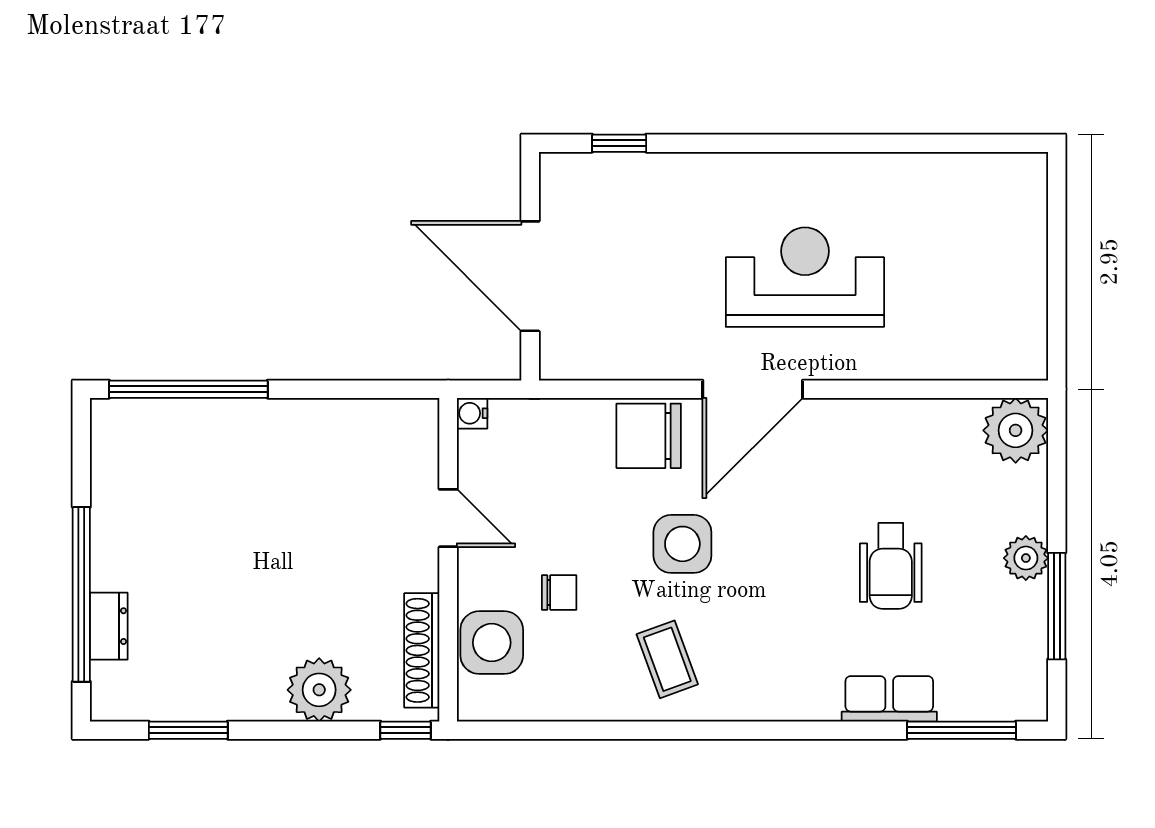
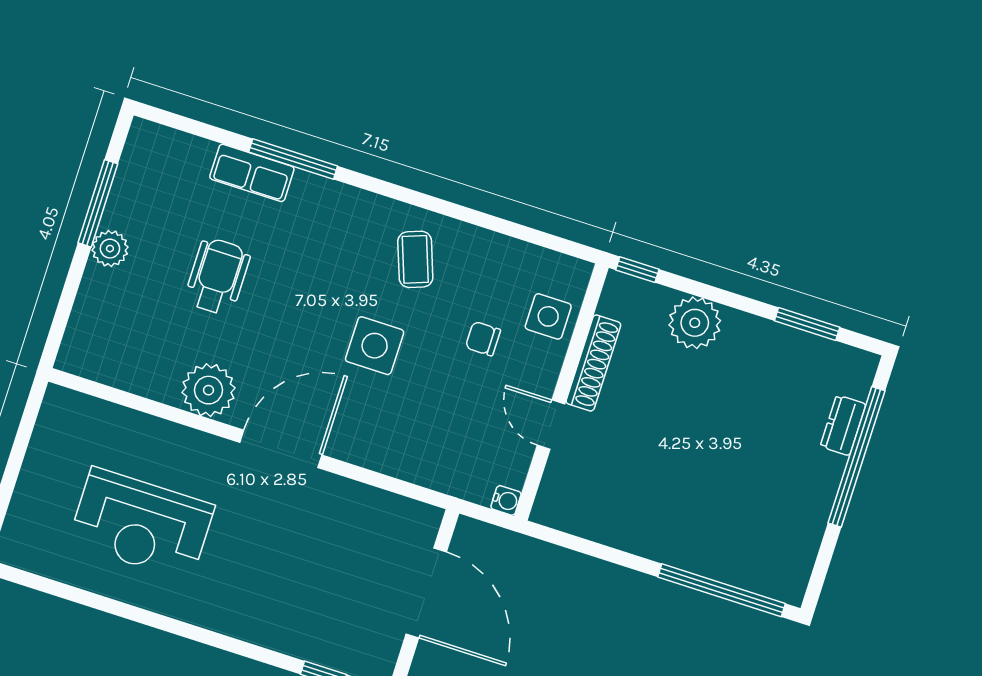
reception desk: (805, 277) -> (141, 524), moved
plant: (1016, 430) -> (209, 390), moved
chair: (649, 436) -> (374, 439), removed
side table: (492, 643) -> (548, 316), width x0.73, depth x0.73
shoe rack: (422, 650) -> (593, 363), moved
window: (962, 730) -> (293, 159), moved

